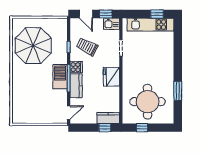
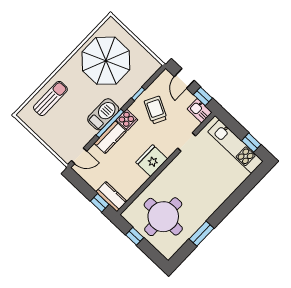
sun lounger: (22, 96) -> (50, 98), added

